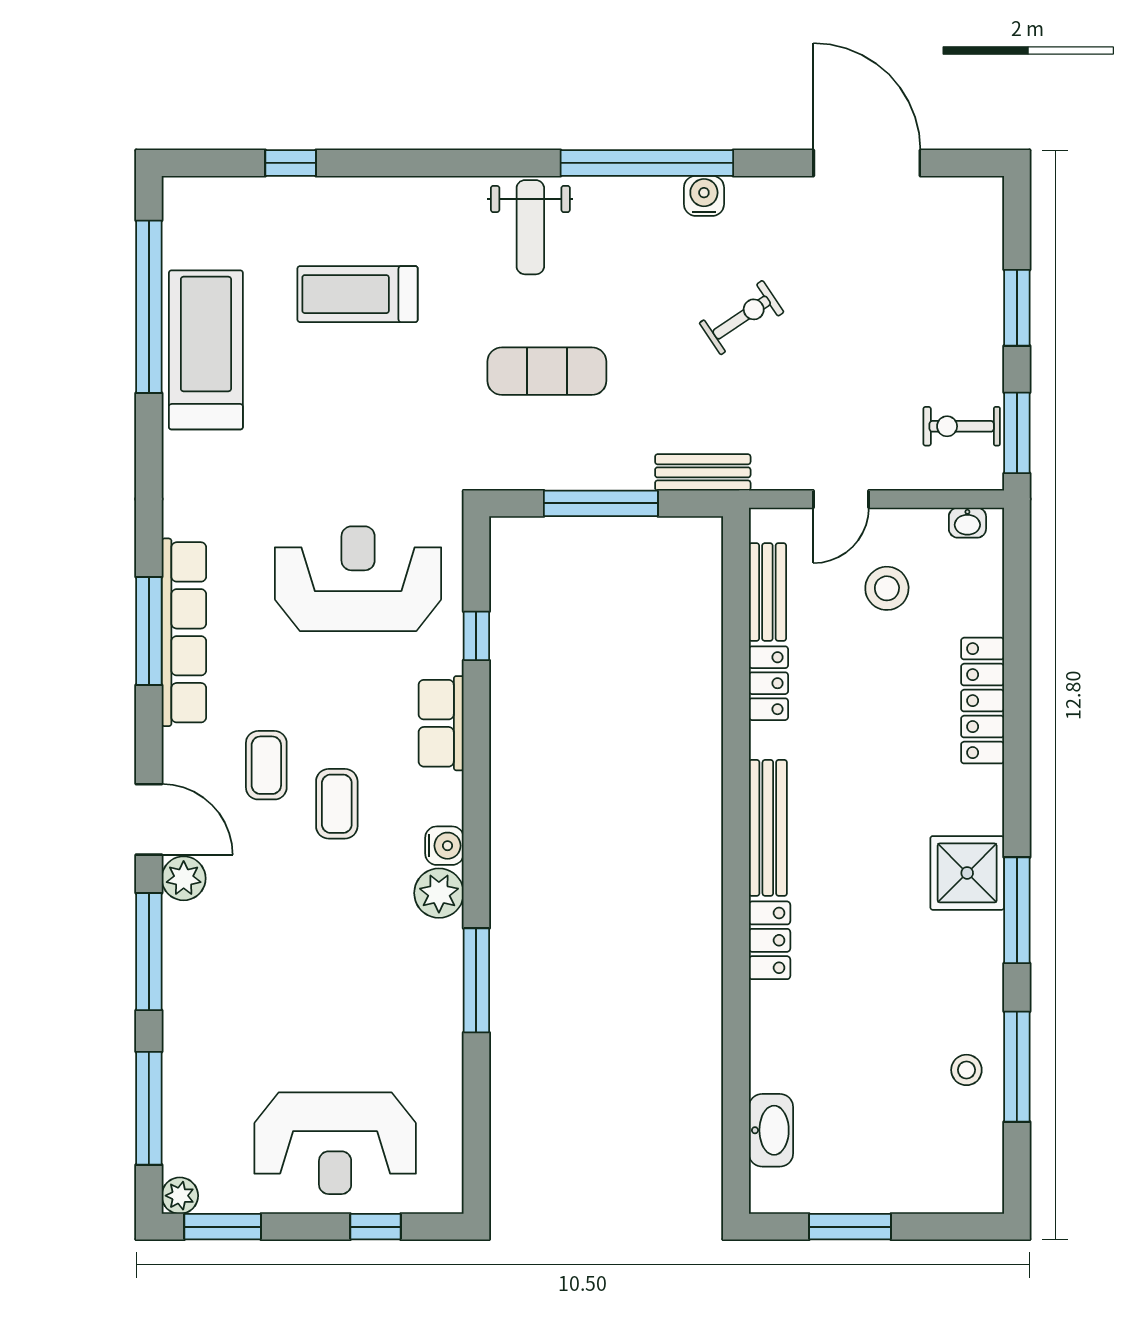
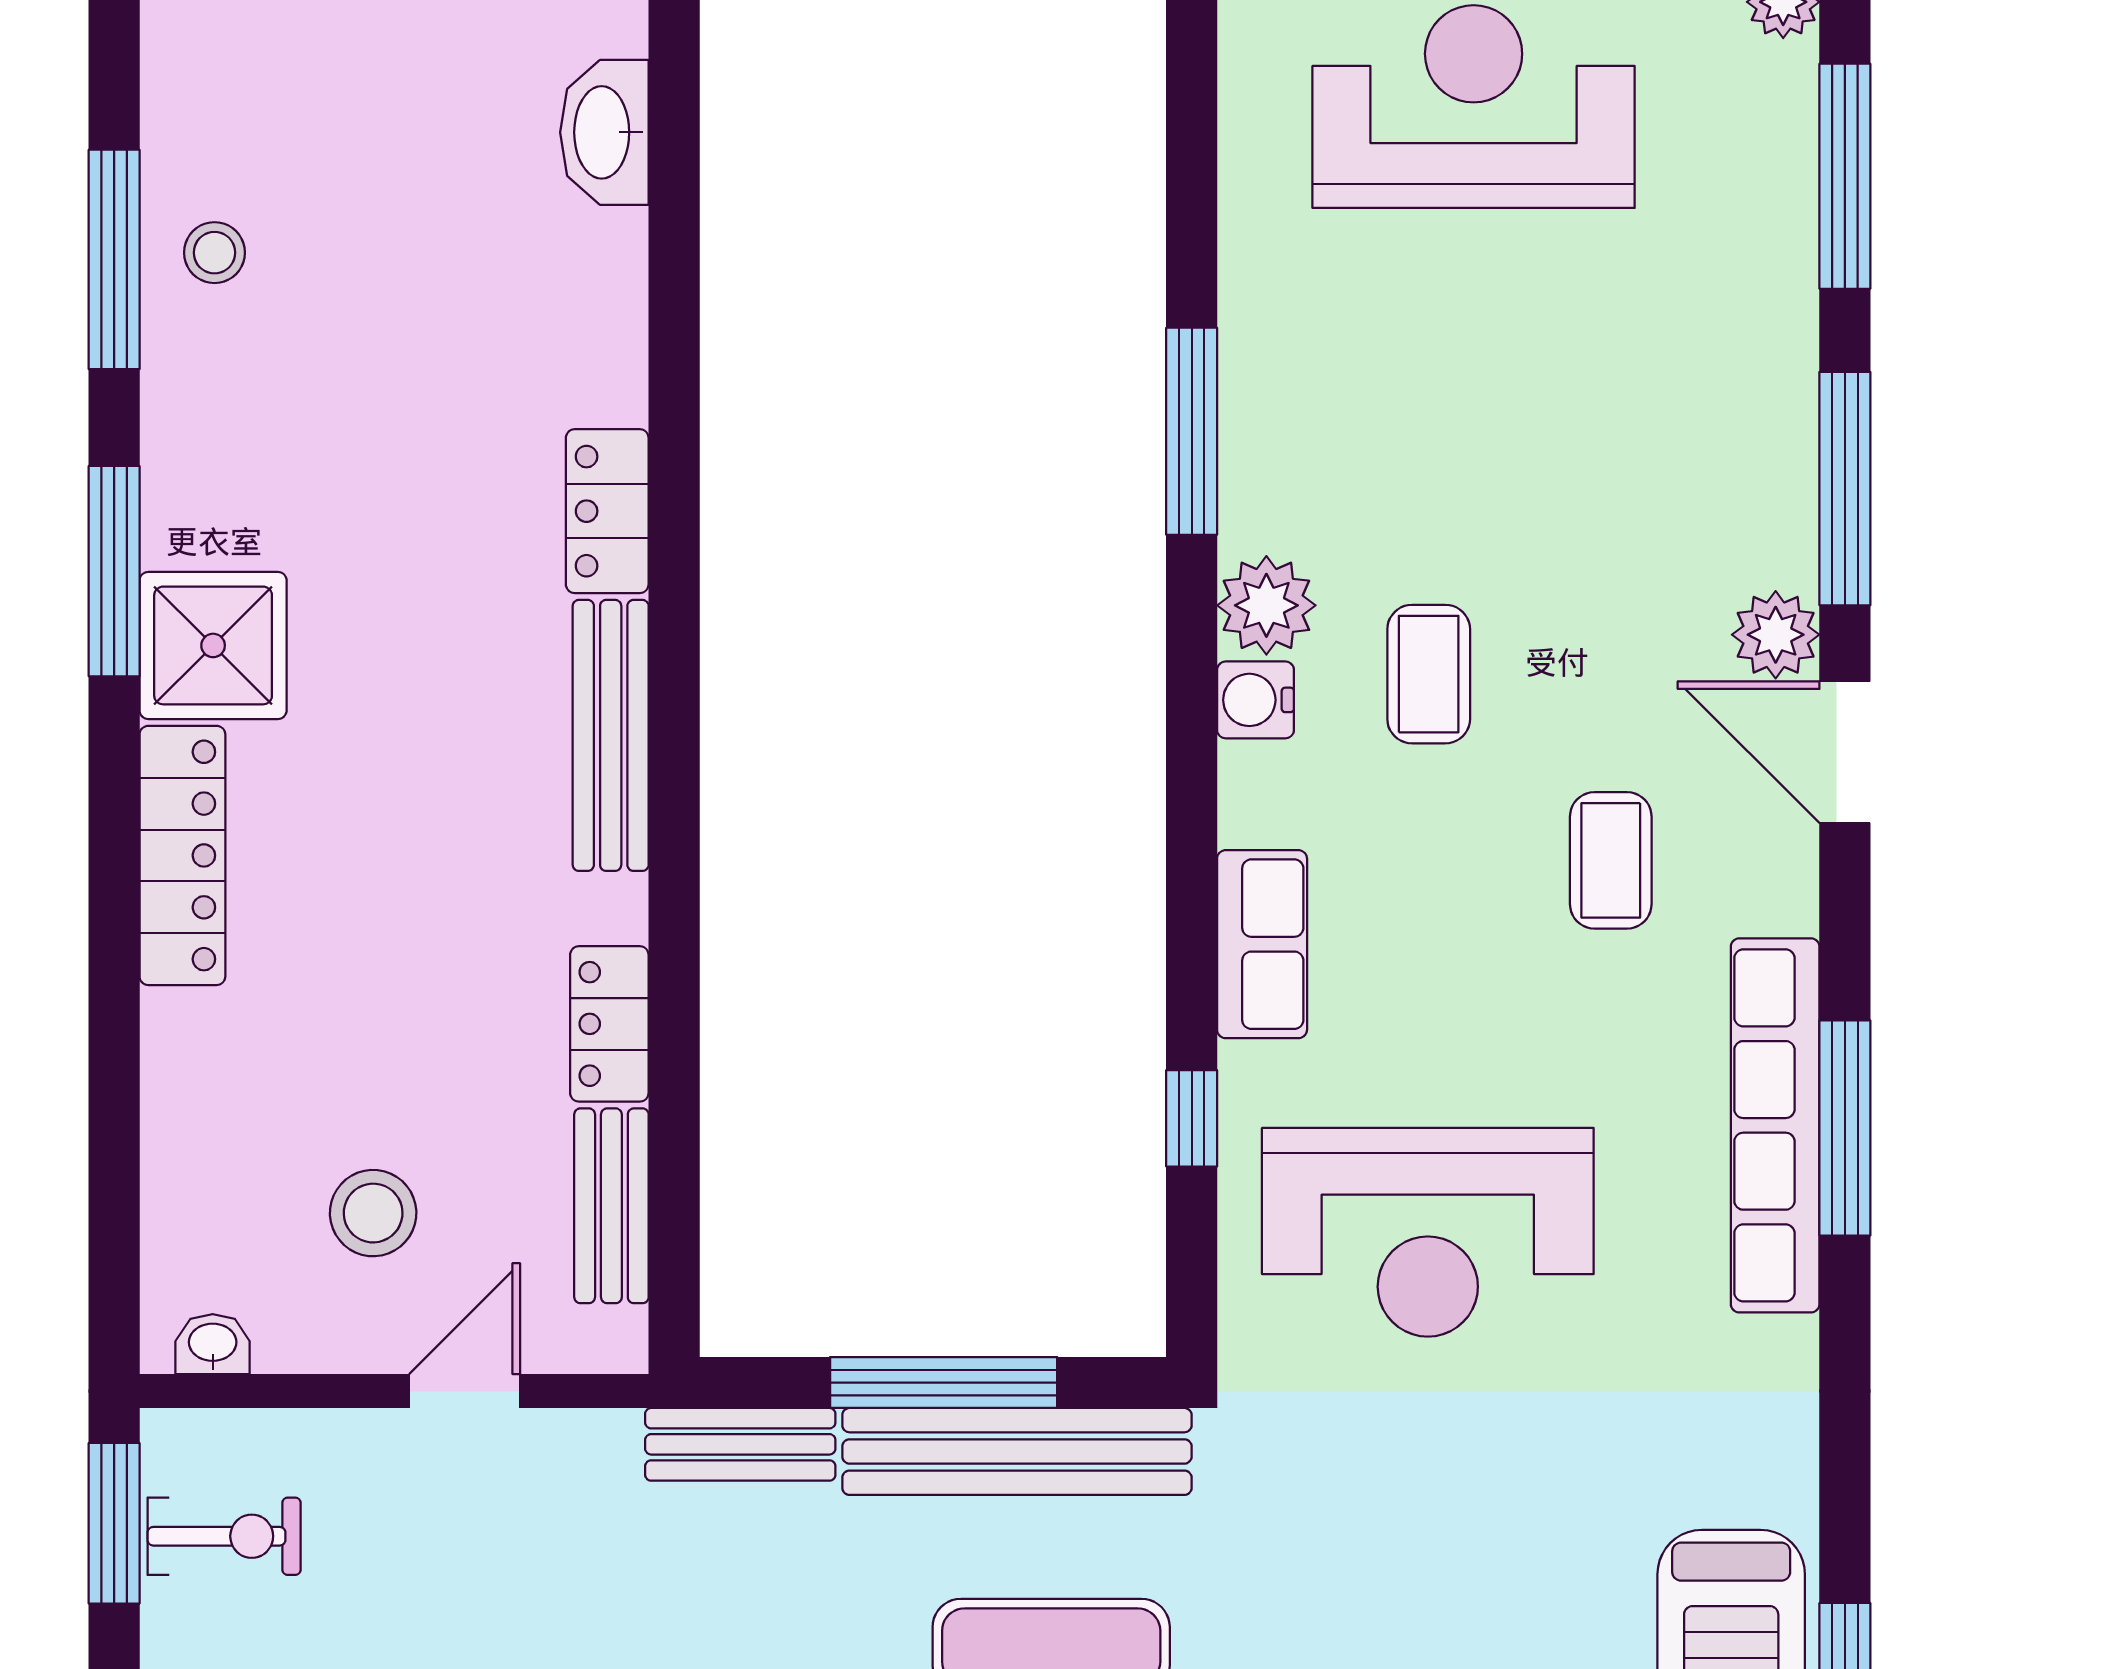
bench: (564, 469) -> (1017, 1451), added
locker: (983, 701) -> (182, 855), moved
coffee table: (337, 804) -> (1429, 674), moved

